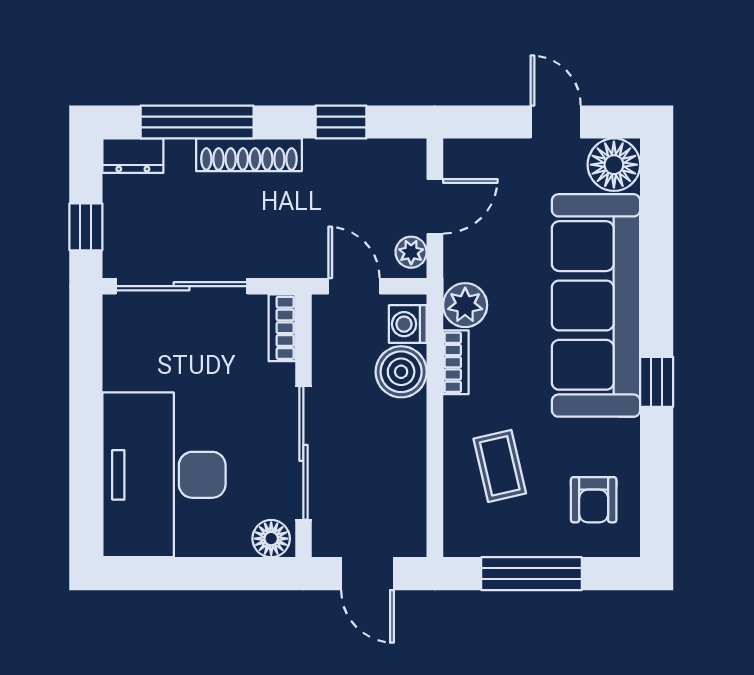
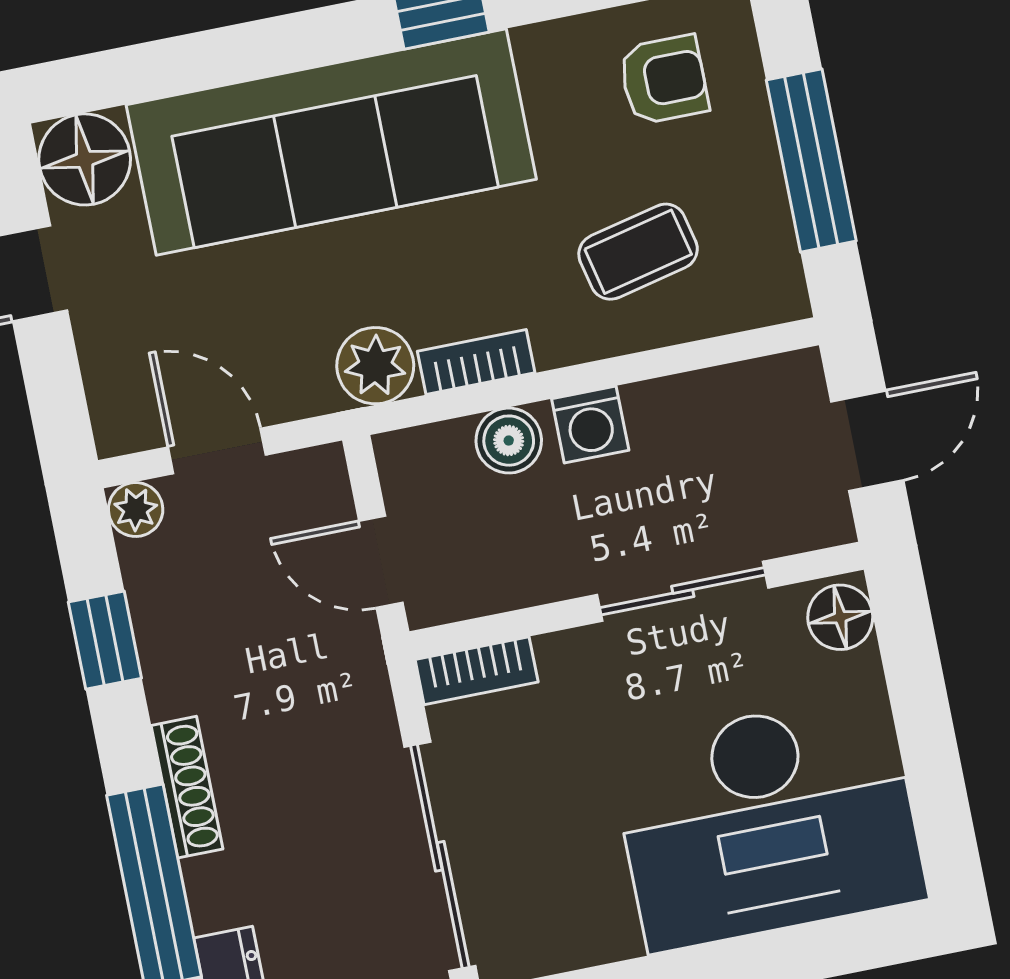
shoe rack: (249, 155) -> (187, 787), width x0.74, depth x0.81
plant: (411, 252) -> (136, 509), moved
door: (354, 286) -> (381, 562), hinge flipped
washing machine: (408, 324) -> (590, 425), moved
boiler: (401, 372) -> (509, 441), width x0.73, depth x0.73
sliding door: (303, 453) -> (683, 591), width x0.73

